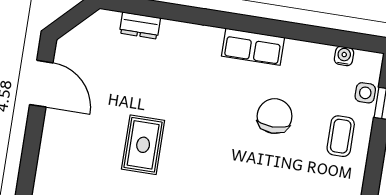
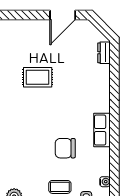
dresser: (140, 25) -> (104, 53), moved
chair: (275, 116) -> (65, 148), turned 180

